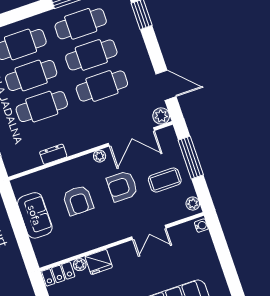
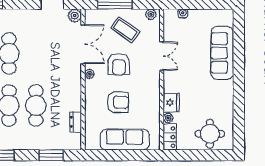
cafe table: (102, 86) -> (36, 53), removed
dresser: (53, 154) -> (76, 122), moved
coffee table: (165, 180) -> (125, 30), turned -54
sofa: (35, 215) -> (125, 140), width x1.36
water cooler: (201, 226) -> (183, 13), moved

